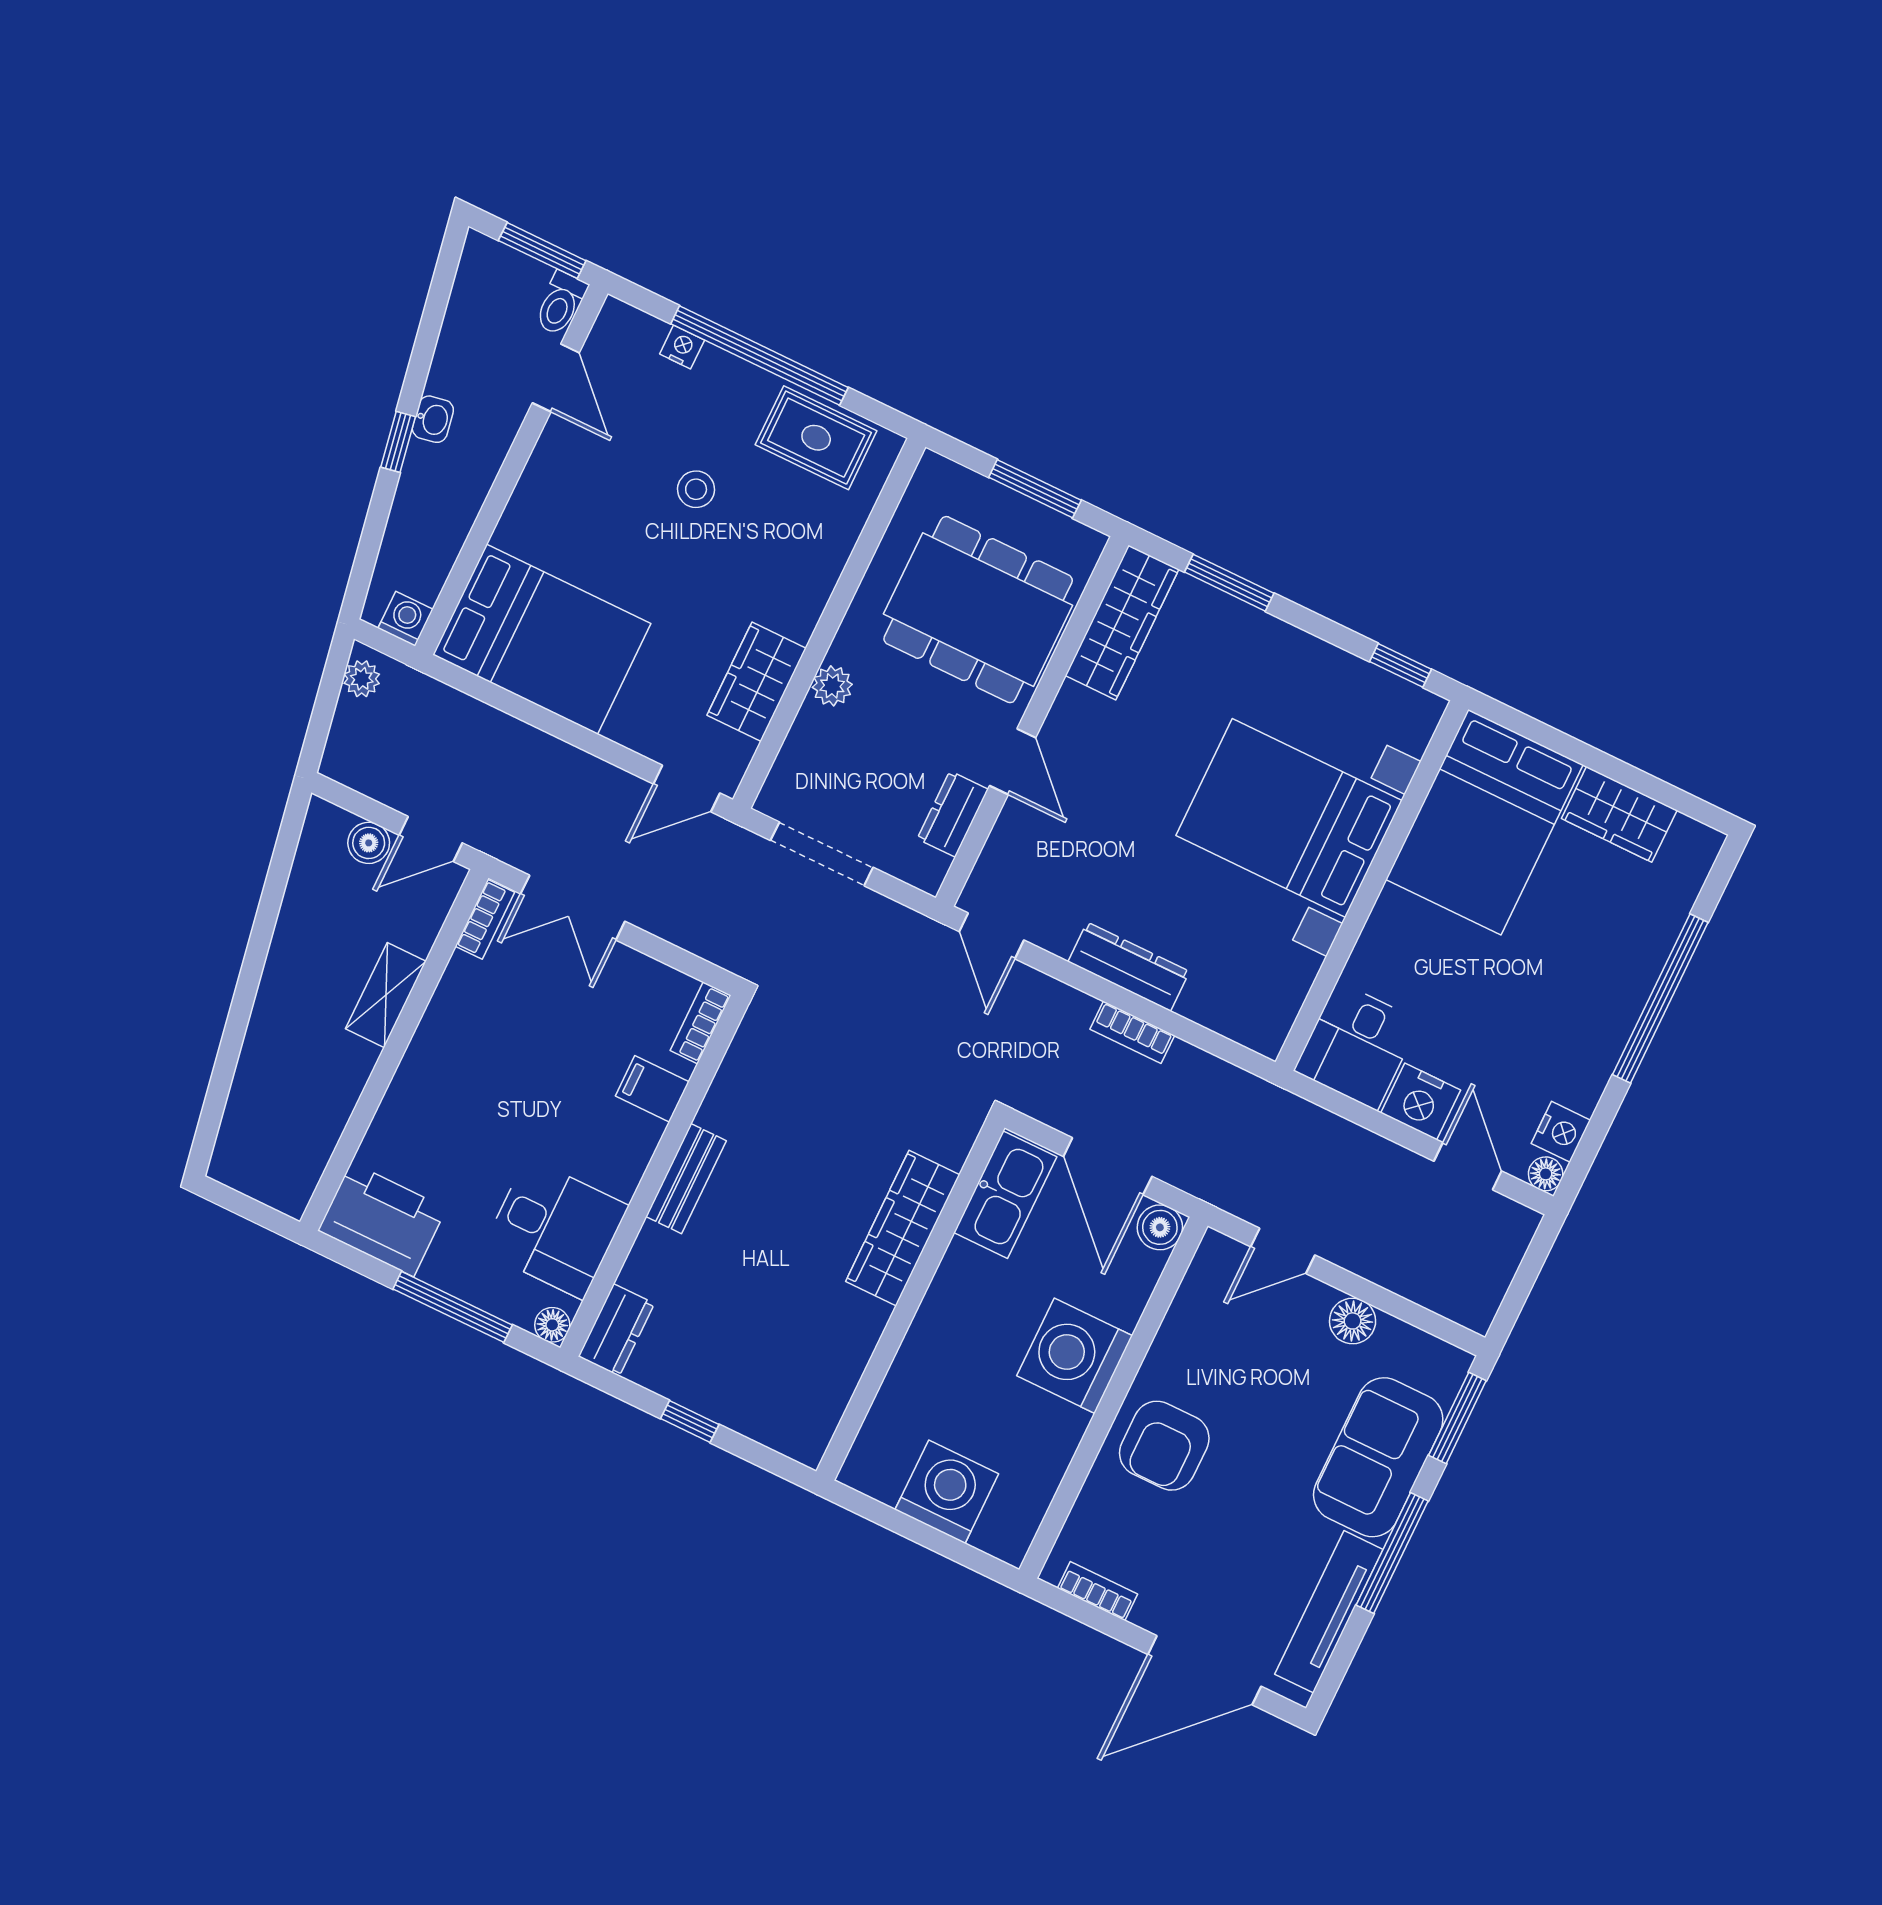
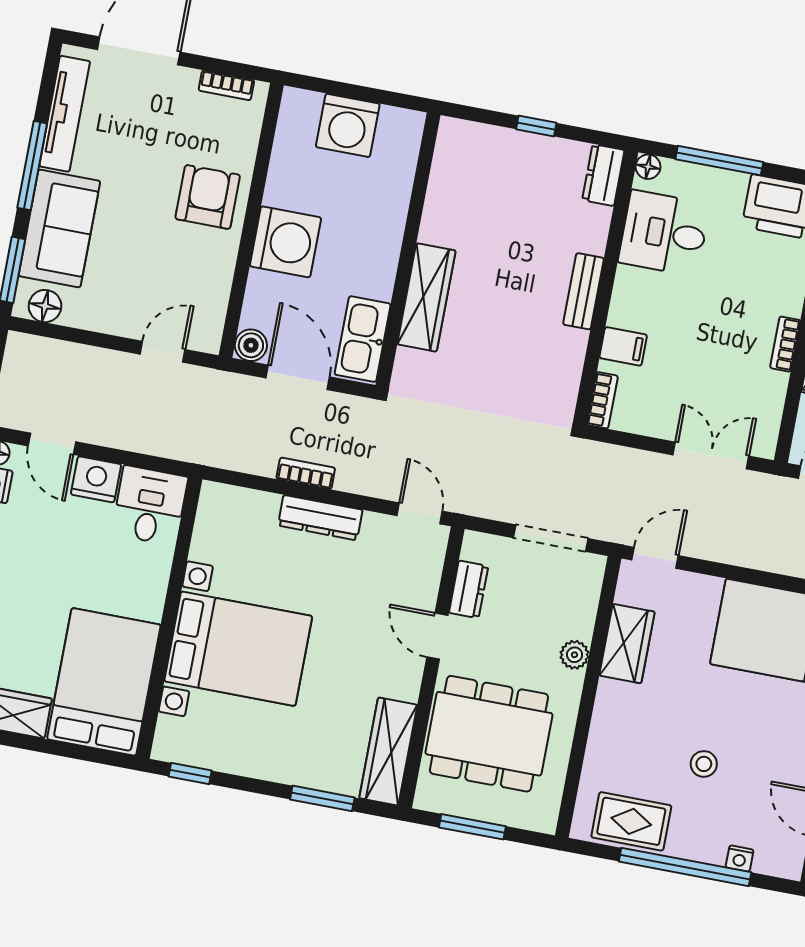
bookcase: (485, 919) -> (785, 344), moved
floor lamp: (1353, 1321) -> (45, 306), moved

